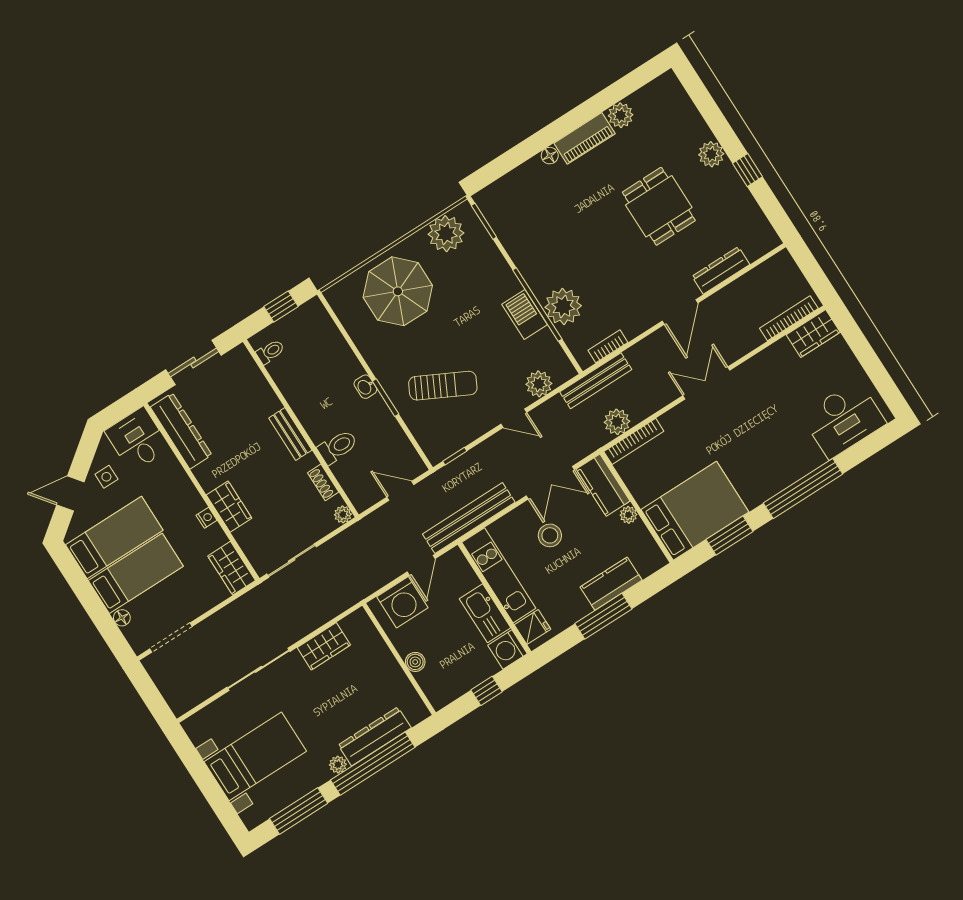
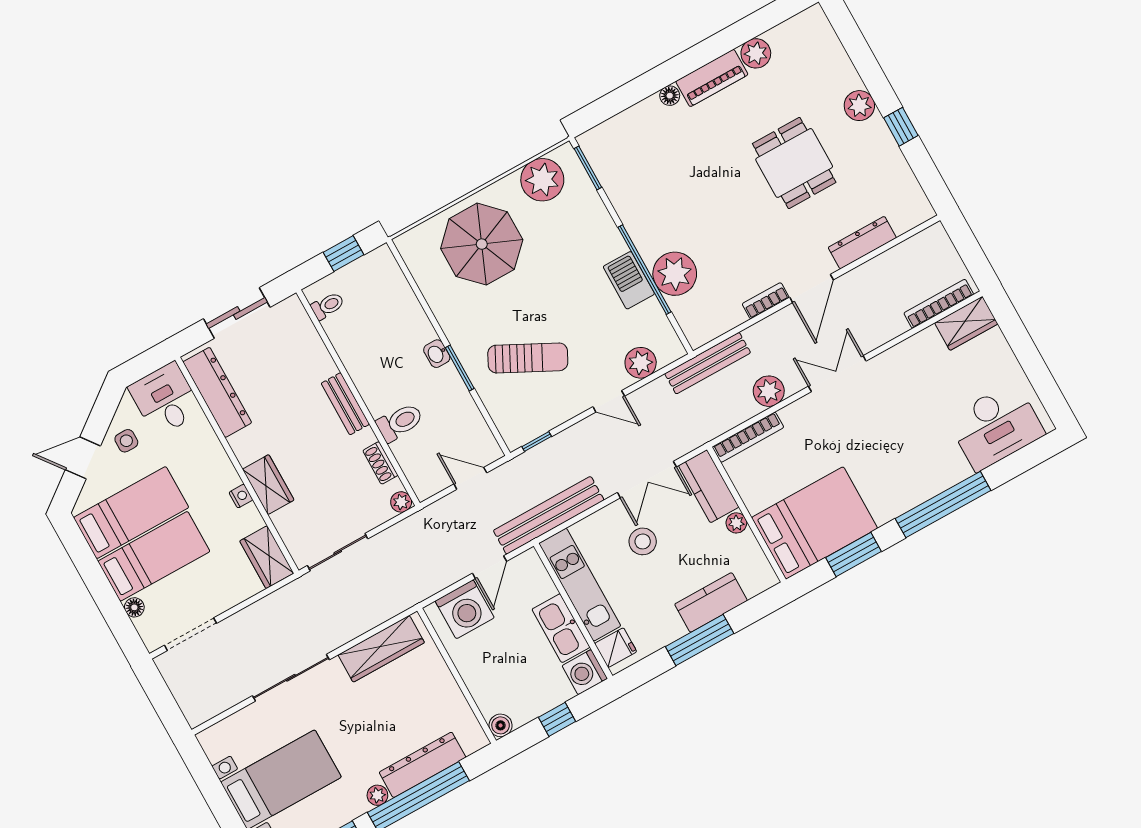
bookcase: (608, 346) -> (766, 301), moved
plant: (617, 422) -> (769, 391), moved
wardrobe: (324, 646) -> (381, 649), width x1.50
boiler: (415, 662) -> (501, 725), moved

